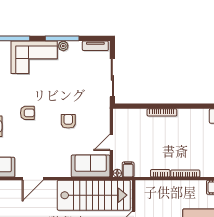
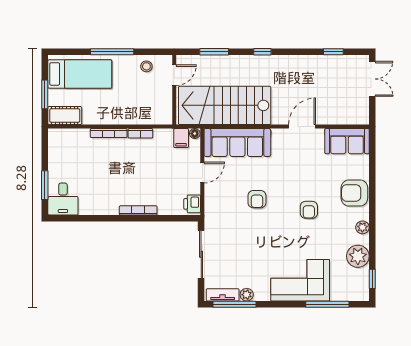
window: (62, 38) -> (234, 304), moved
plant: (63, 46) -> (247, 295), moved
armchair: (27, 113) -> (309, 210), turned -90
printer: (119, 118) -> (192, 204), added
sofa: (91, 166) -> (237, 142), width x1.36

